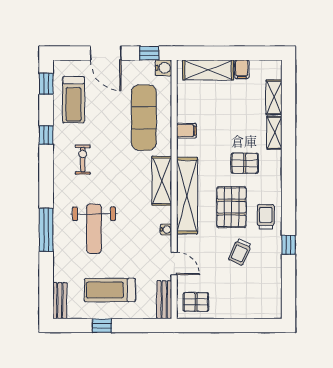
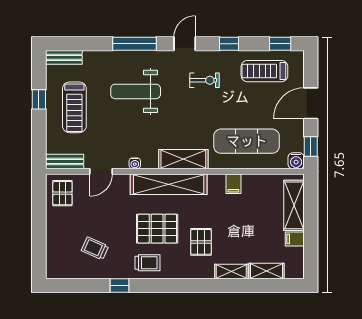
door: (46, 179) -> (185, 44), added
trolley: (240, 252) -> (95, 248), moved
treadmill: (110, 290) -> (74, 107), turned 180

